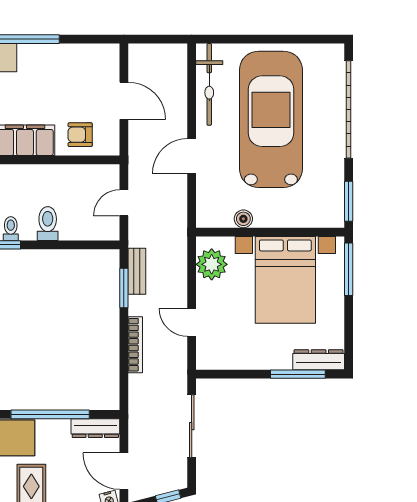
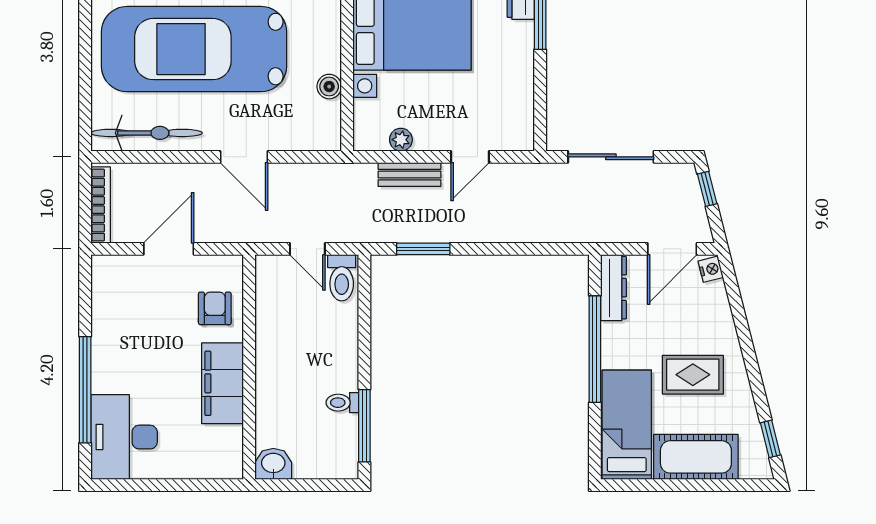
armchair: (80, 135) -> (215, 308), turned 180
toilet: (48, 224) -> (342, 278), moved, turned -90
plant: (212, 264) -> (401, 140), width x0.53, depth x0.53
bench: (137, 271) -> (409, 175), moved
bookcase: (135, 345) -> (101, 205), moved, turned 90

